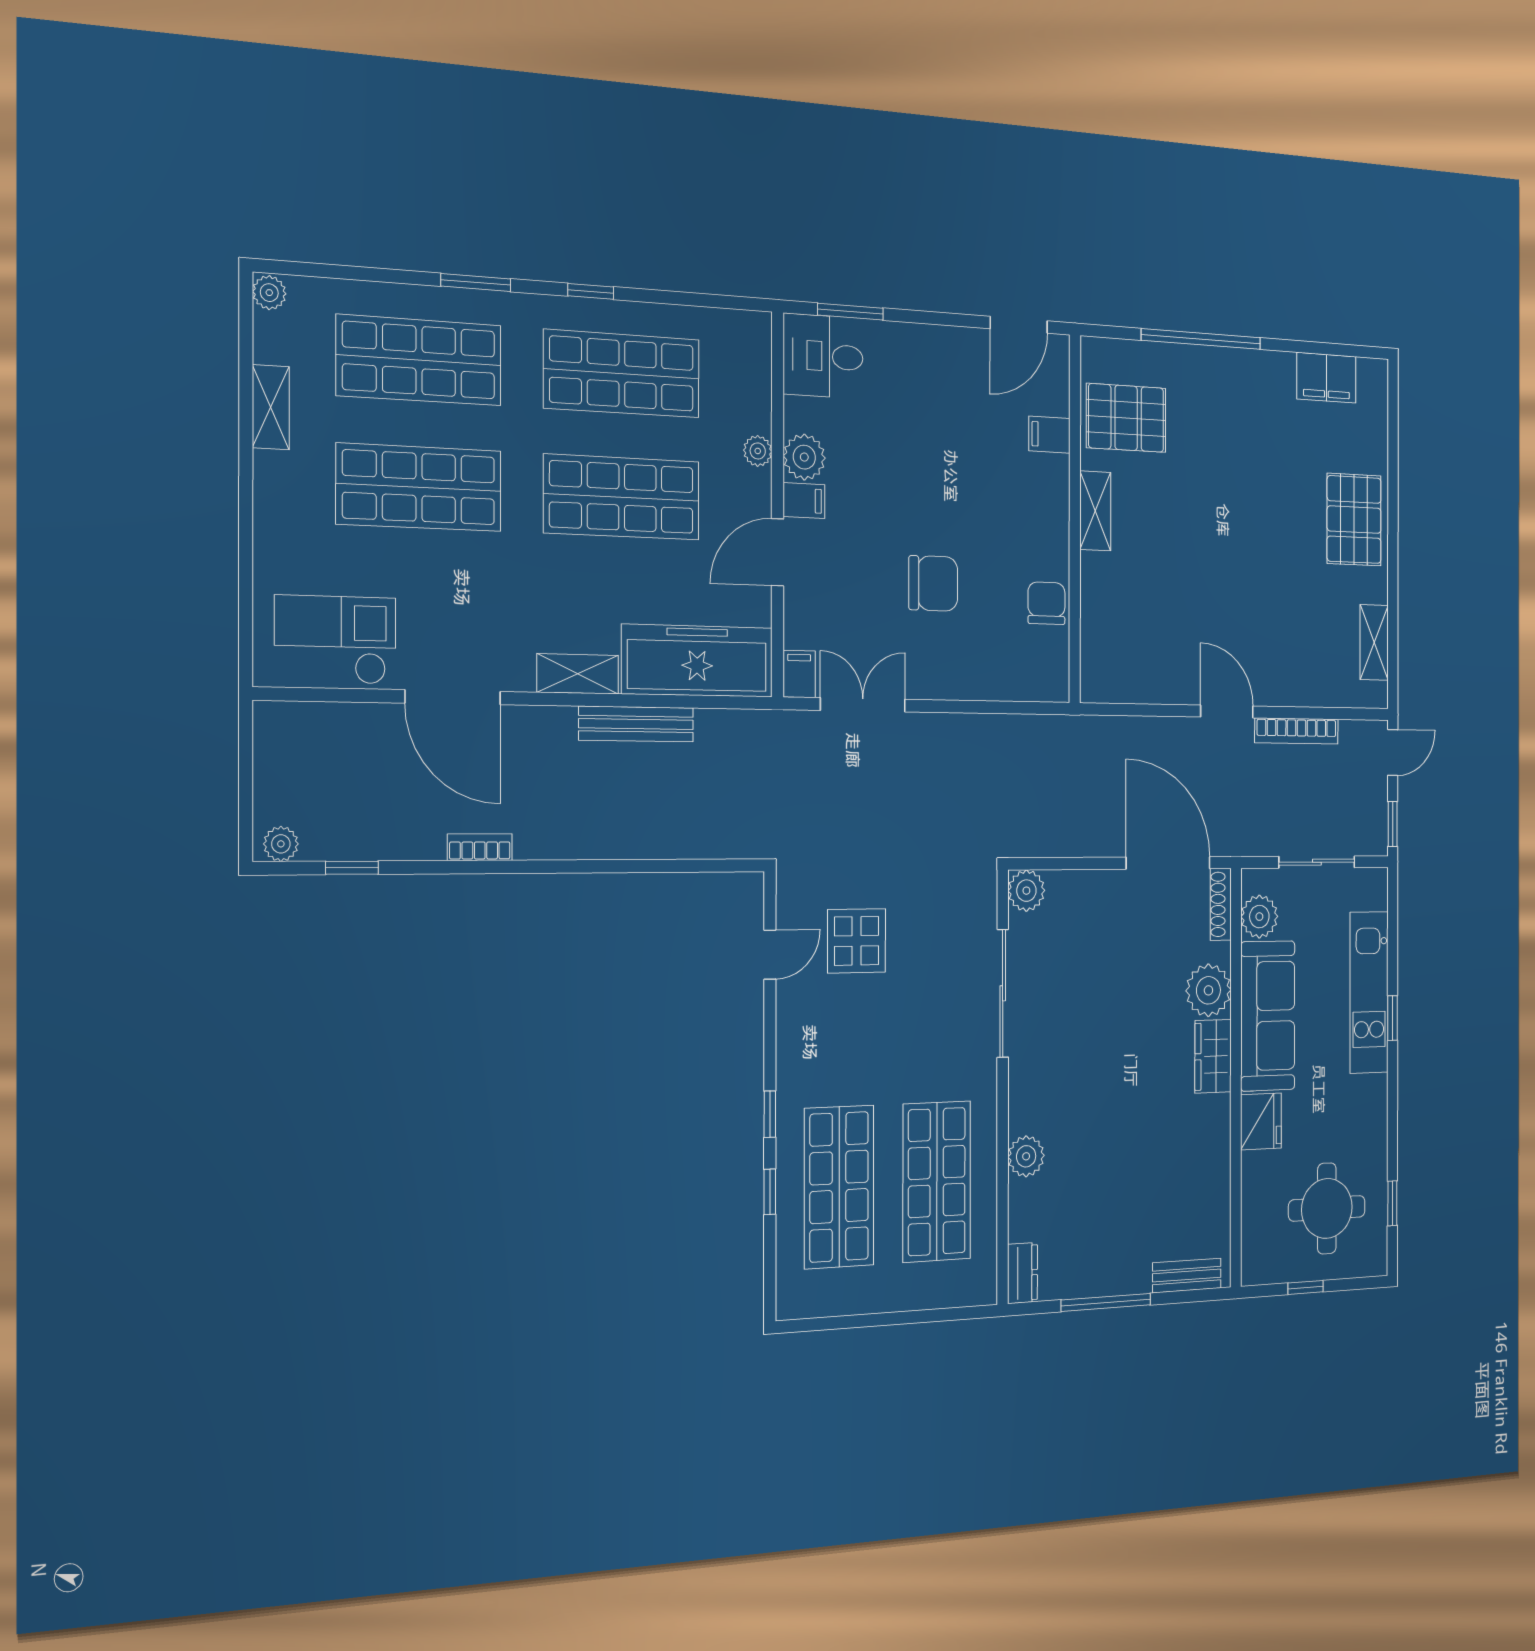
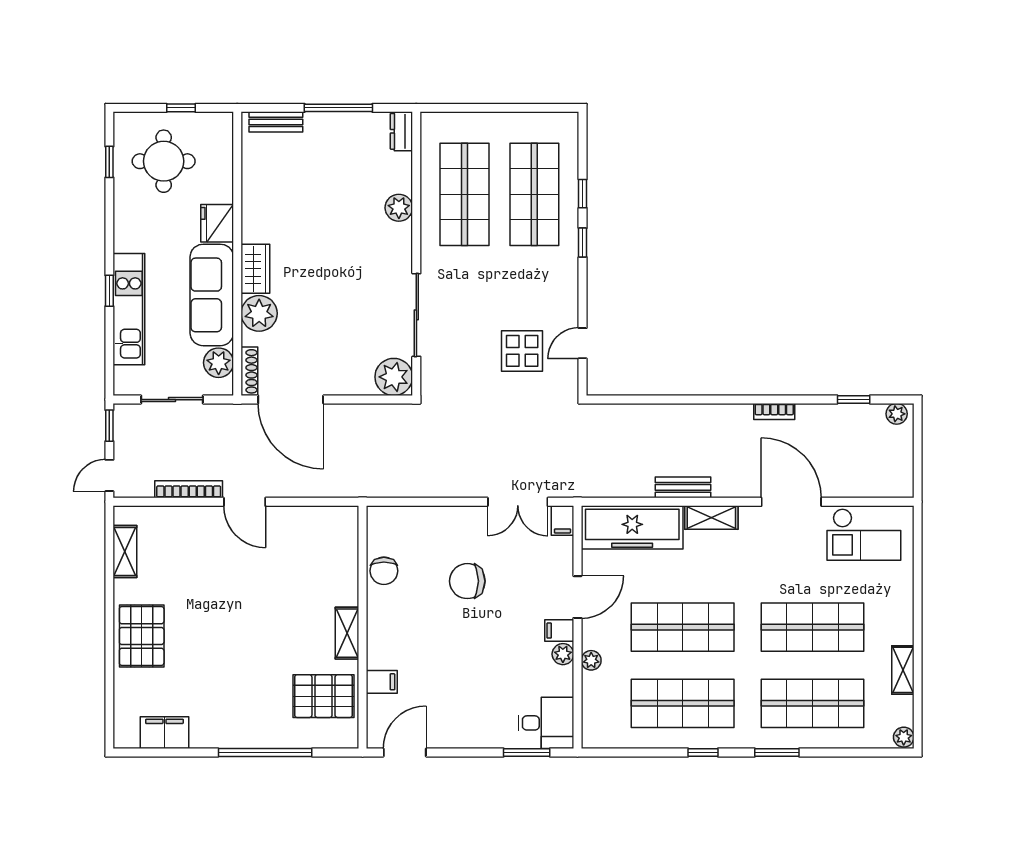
plant: (804, 457) -> (563, 654), width x0.73, depth x0.73
bench: (636, 724) -> (683, 487), width x0.73
plant: (1026, 891) -> (394, 377), width x1.36, depth x1.36

